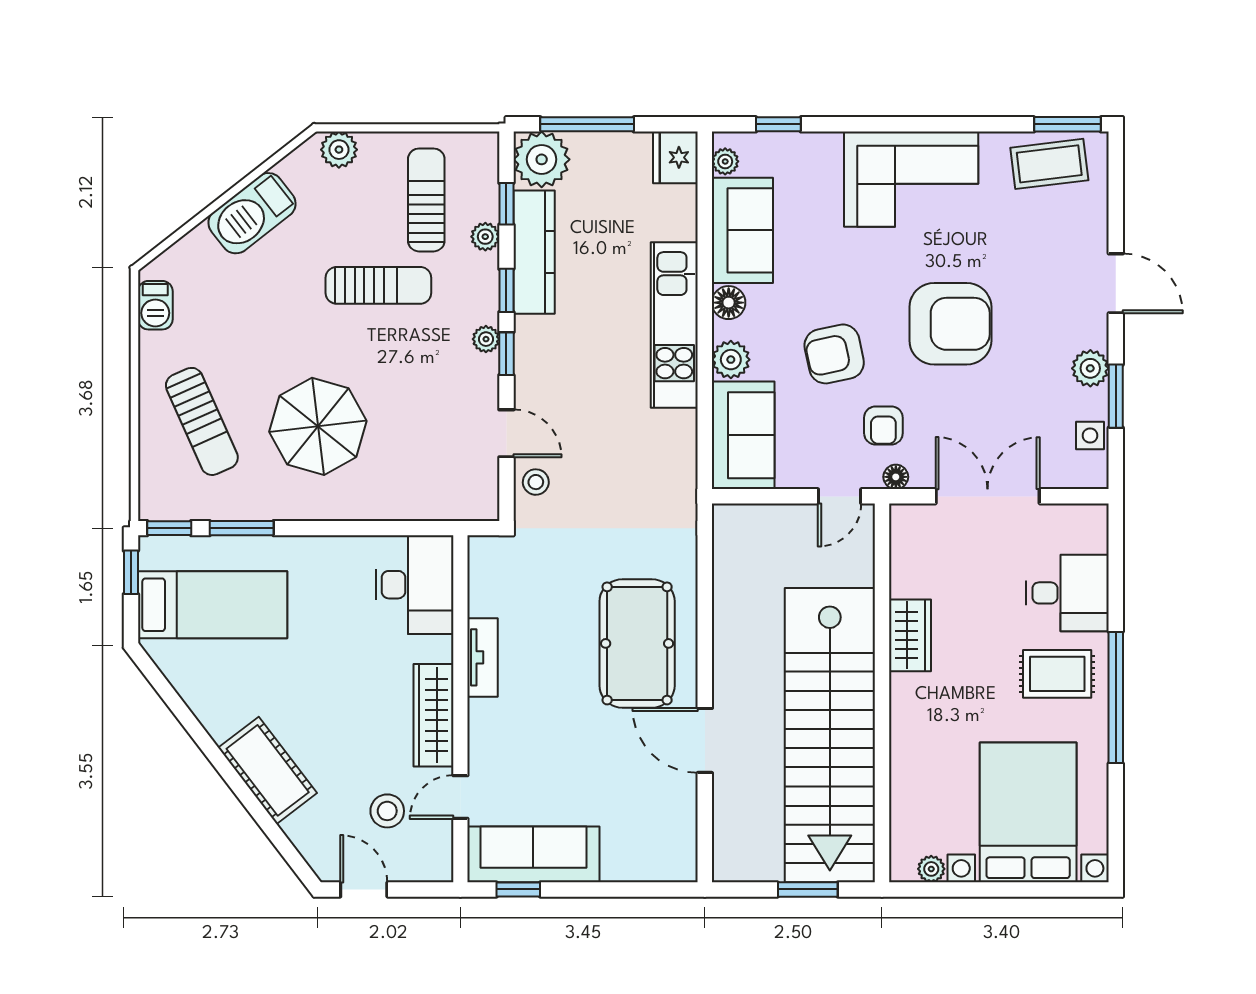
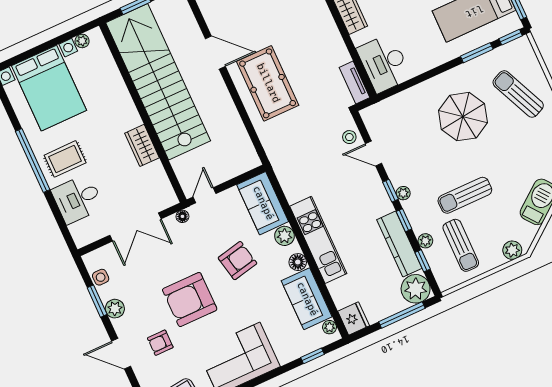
armchair: (883, 425) -> (160, 343), moved, turned -90
tv unit: (482, 657) -> (354, 82), moved

